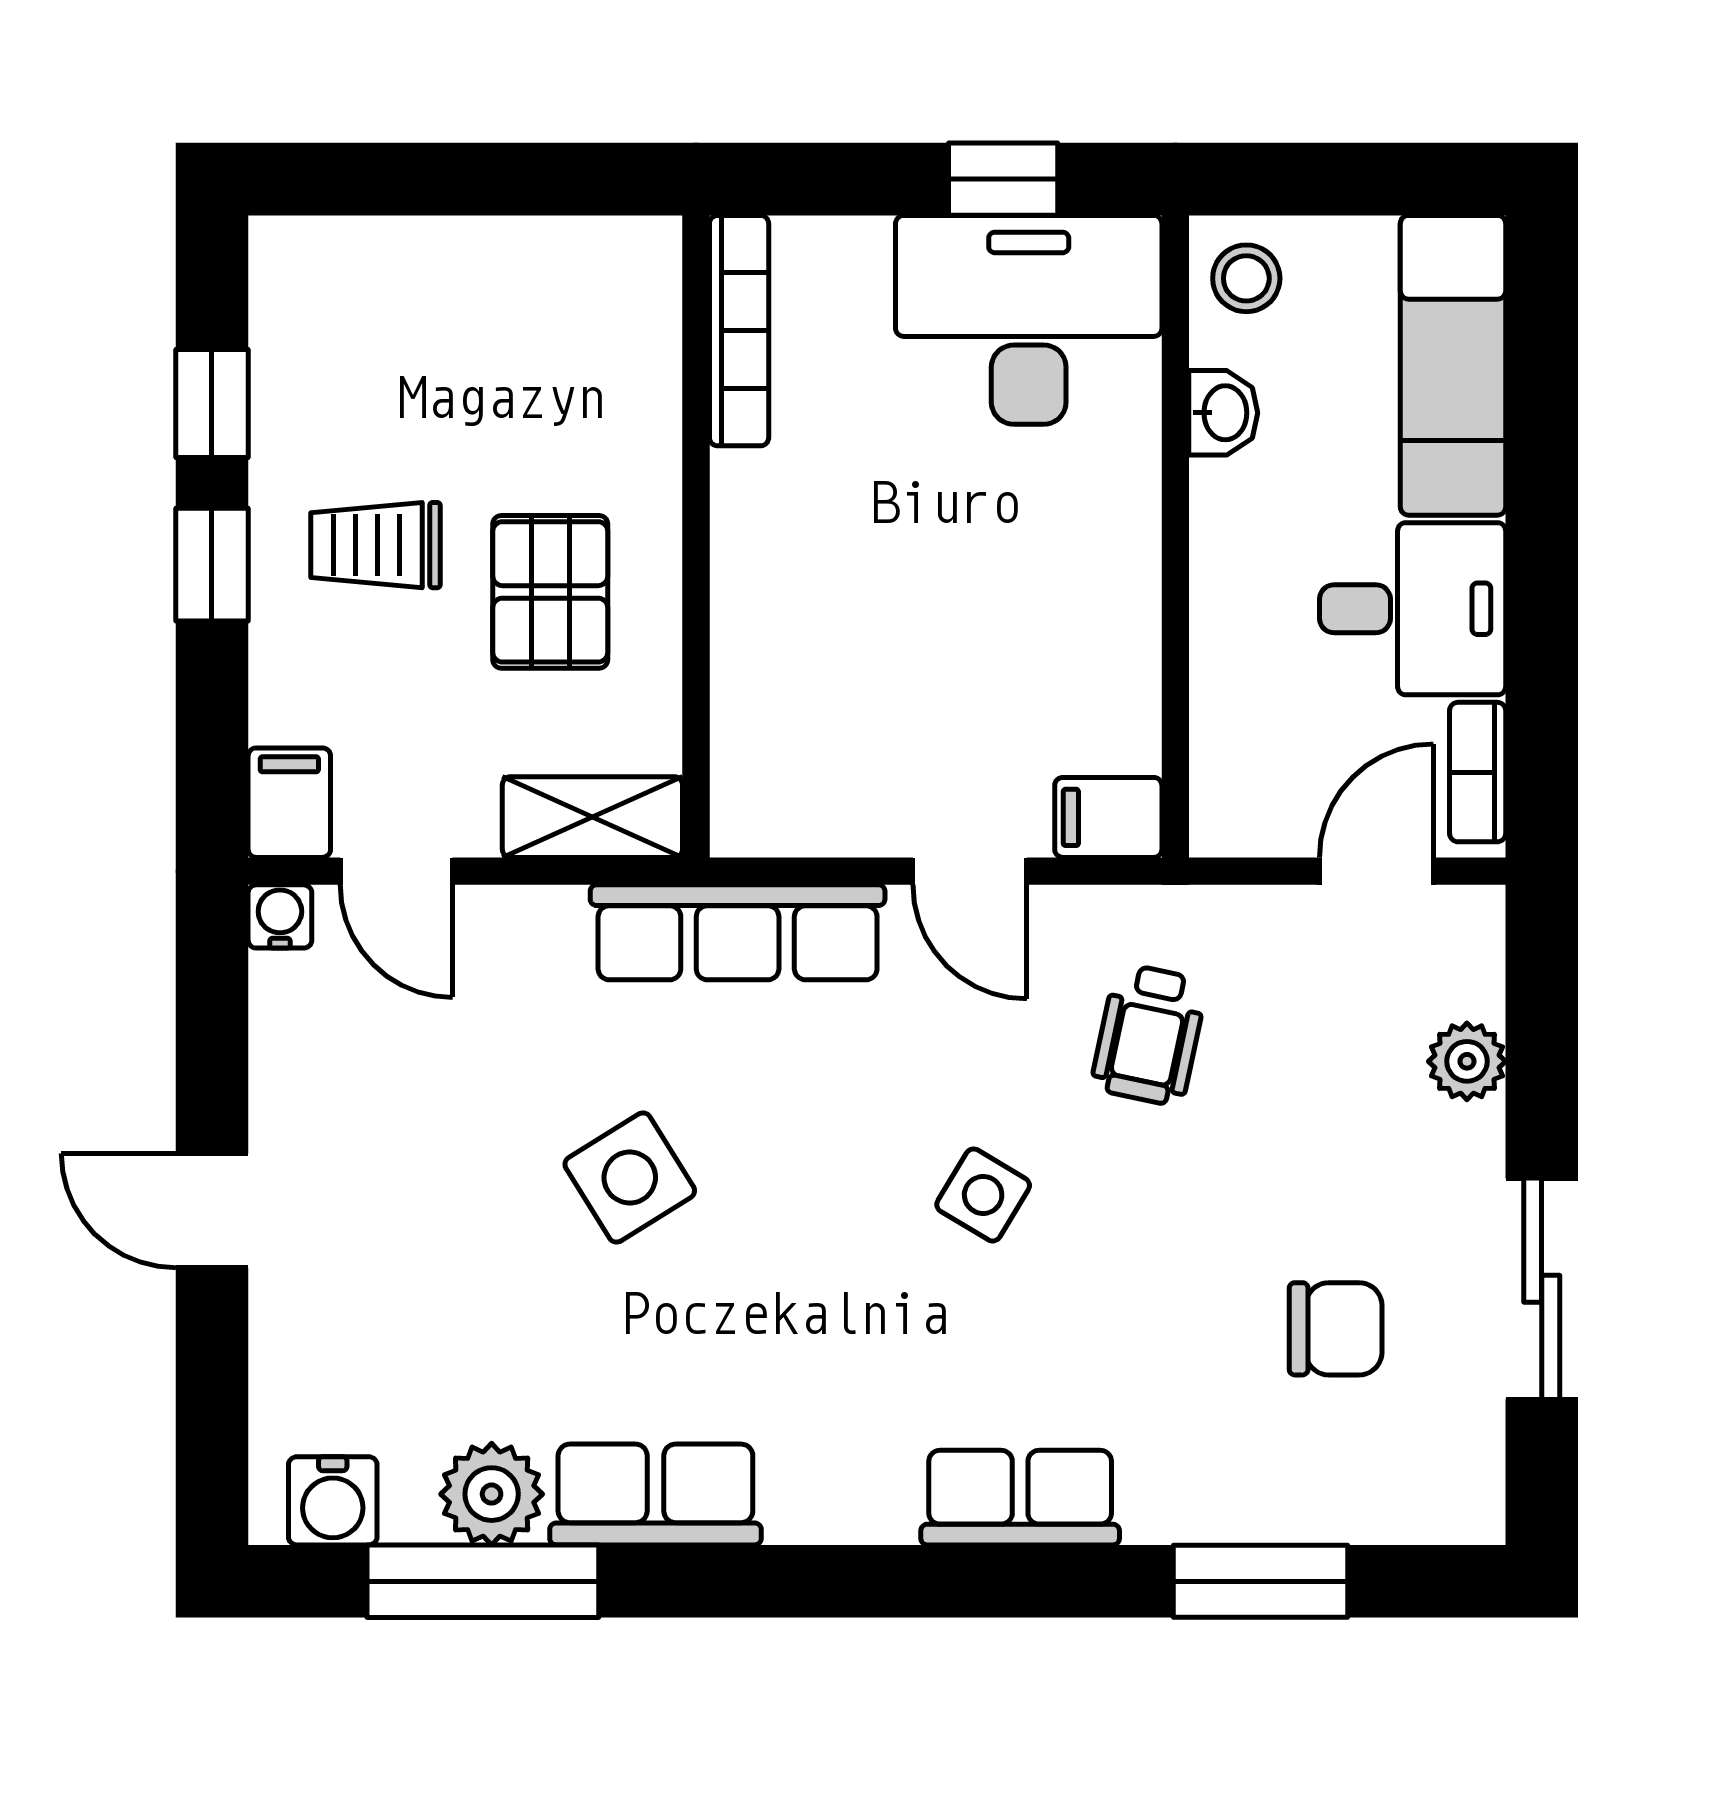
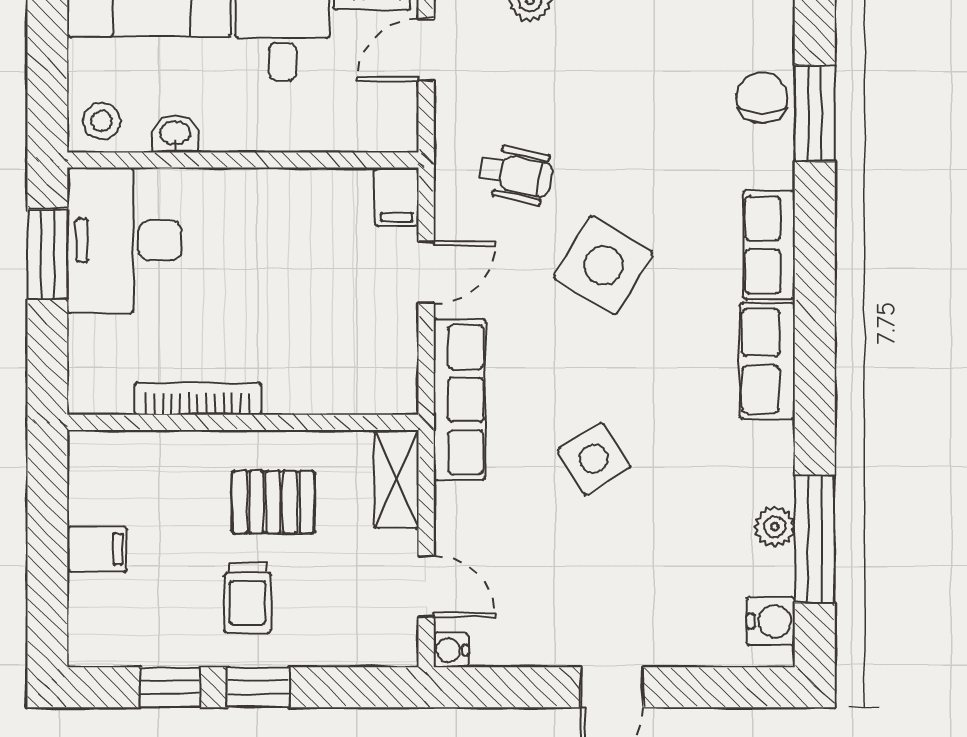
window: (1003, 179) -> (47, 254), width x1.50
bookcase: (739, 331) -> (198, 399), moved
filing cabinet: (289, 803) -> (97, 549), moved, turned 180
door: (396, 871) -> (426, 586), hinge flipped
door: (1376, 871) -> (426, 50), hinge flipped
side table: (983, 1195) -> (603, 265), width x1.87, depth x1.87
chair: (1336, 1329) -> (762, 98), moved
plant: (492, 1494) -> (775, 527), width x0.73, depth x0.73
row of seats: (655, 1494) -> (767, 361), moved

